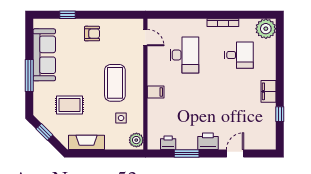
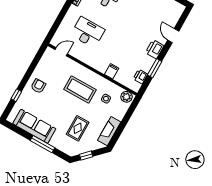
filing cabinet: (156, 92) -> (112, 71), moved

